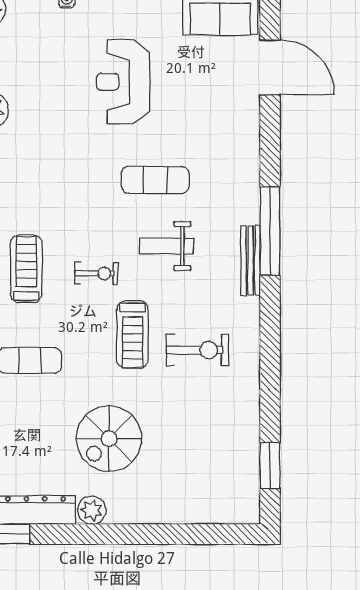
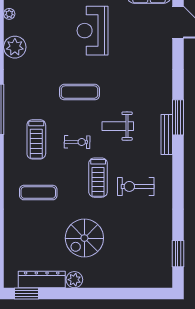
exercise mat: (155, 180) -> (80, 92), moved
window: (270, 231) -> (178, 117), width x0.68
treadmill: (26, 269) -> (36, 139), turned 180
exercise bike: (197, 350) -> (136, 186), turned 180

